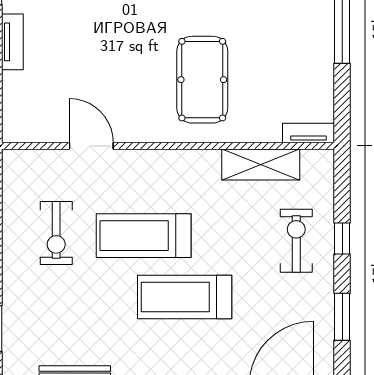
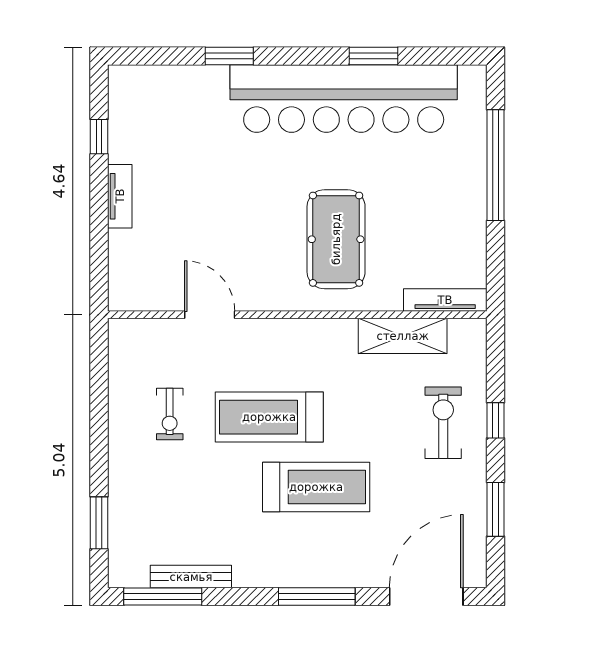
tv unit: (309, 133) -> (445, 300), width x1.41
exercise bike: (56, 233) -> (170, 414), width x0.73, depth x0.72
treadmill: (185, 297) -> (316, 487), turned 180

